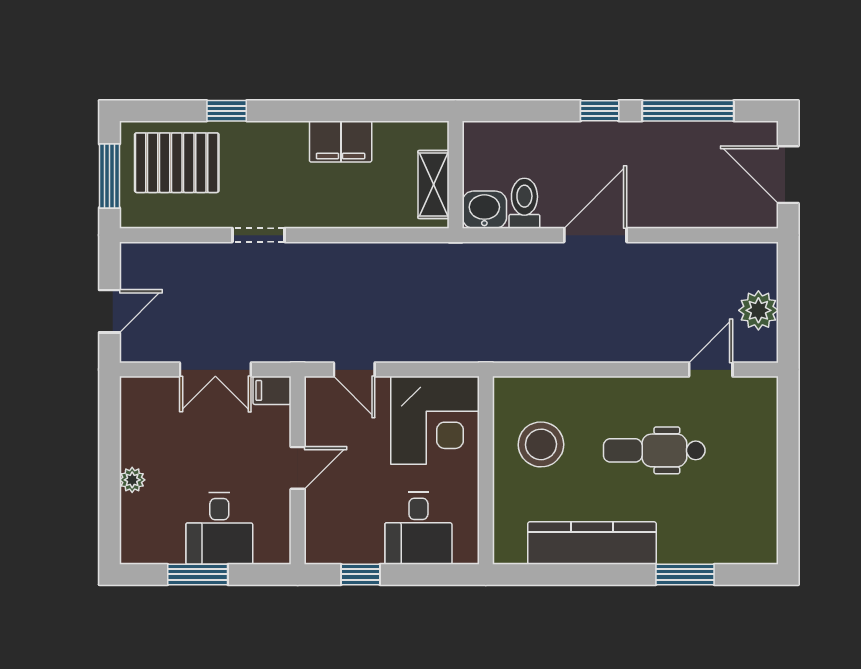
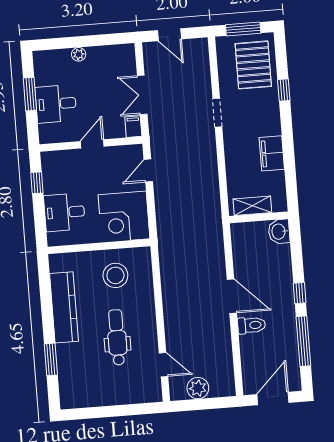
toilet: (524, 203) -> (252, 325), moved
washbasin: (484, 210) -> (279, 232), moved, turned 180
door: (298, 468) -> (92, 144), swing flipped

